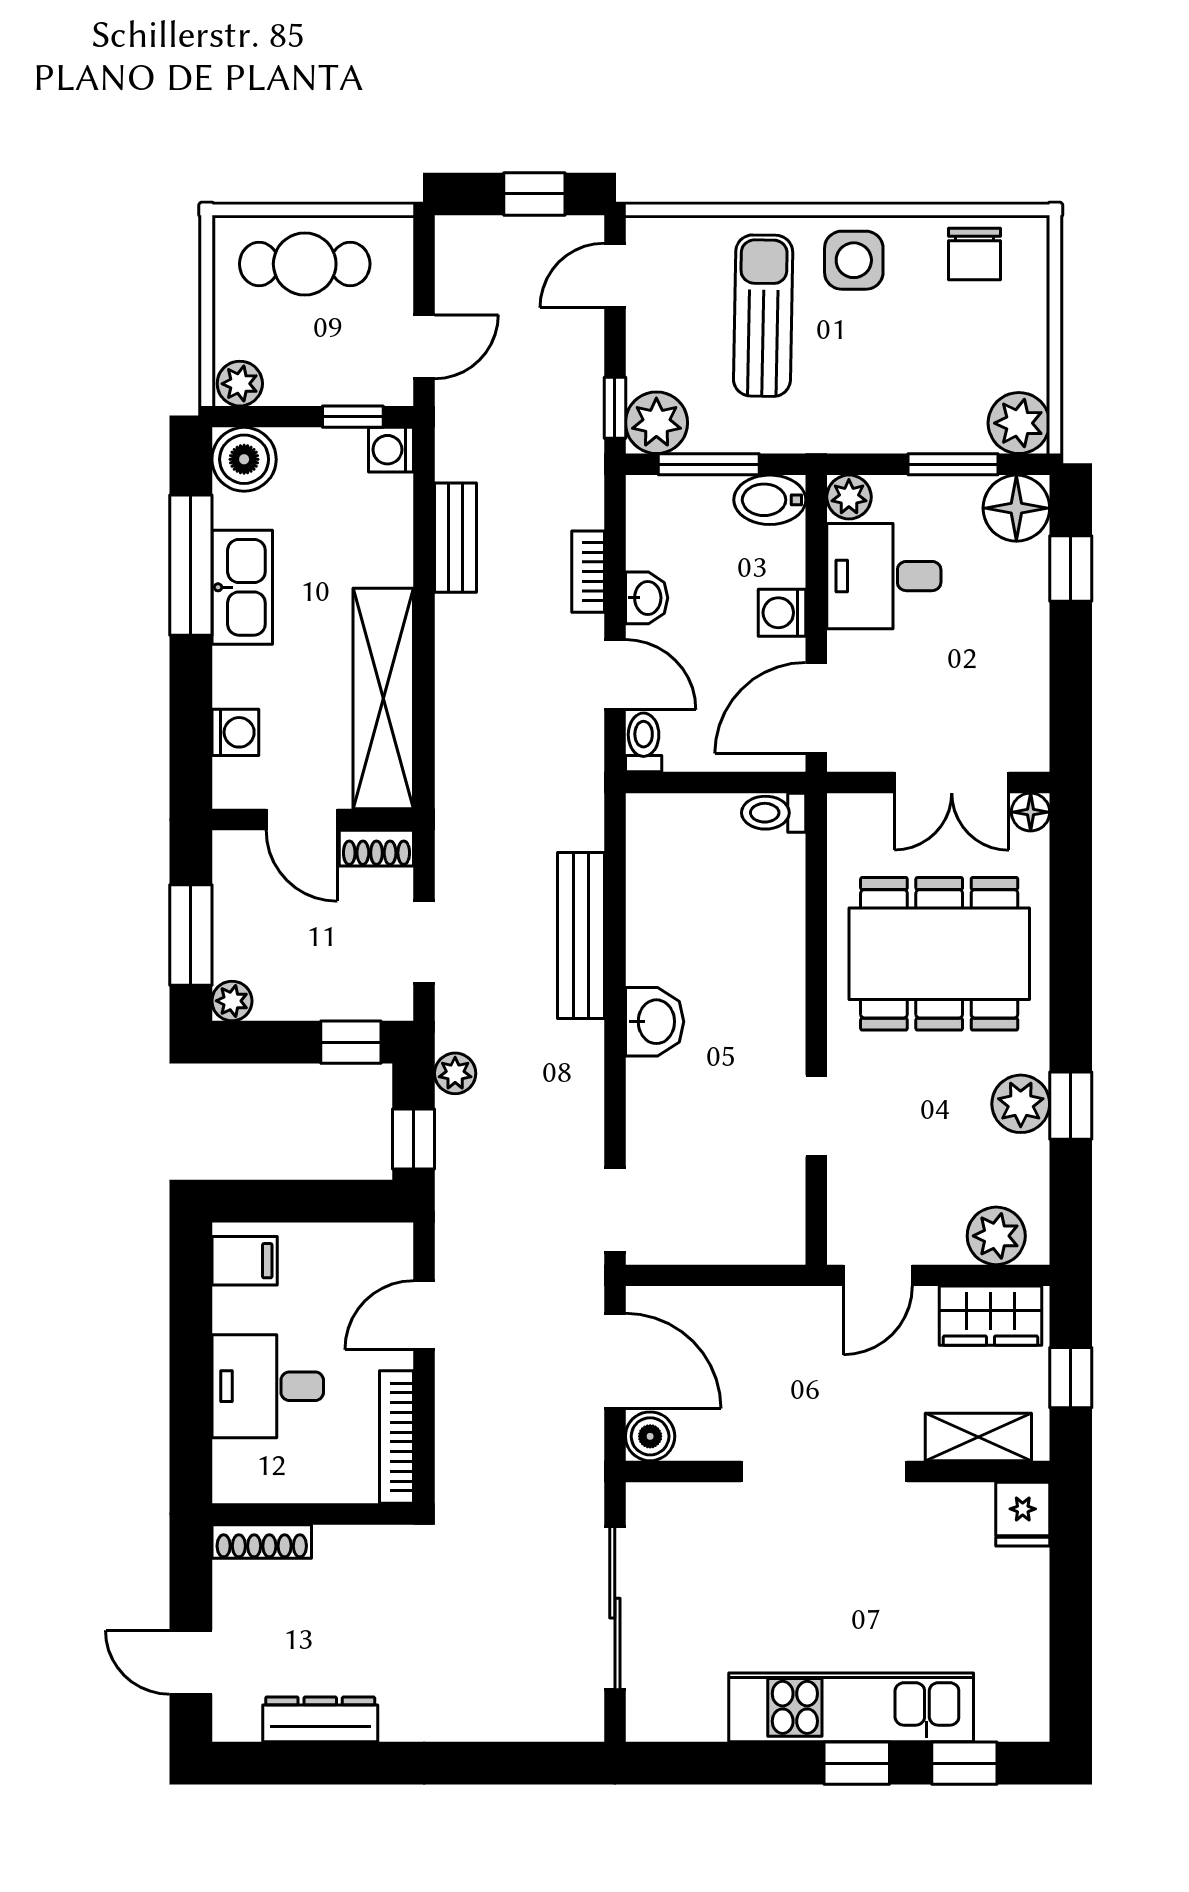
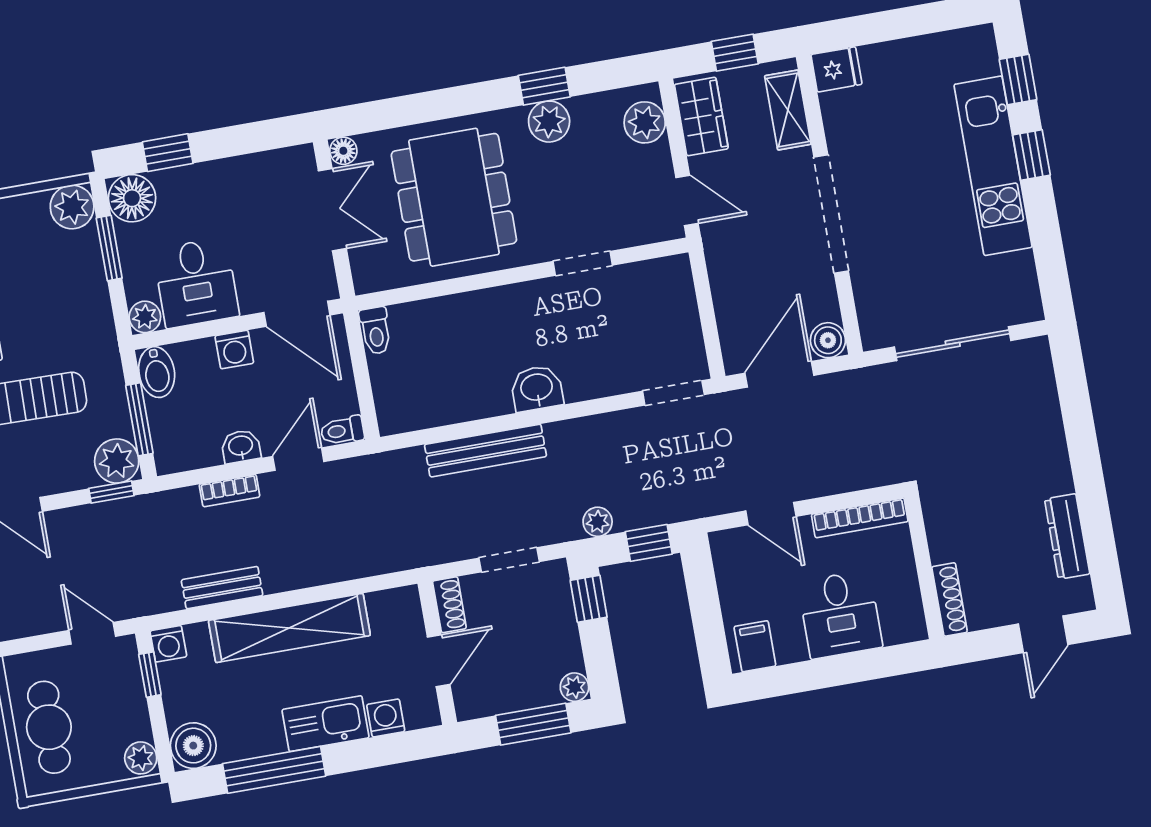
kitchen sink: (242, 587) -> (326, 724), moved
shelving: (383, 698) -> (289, 628), moved

